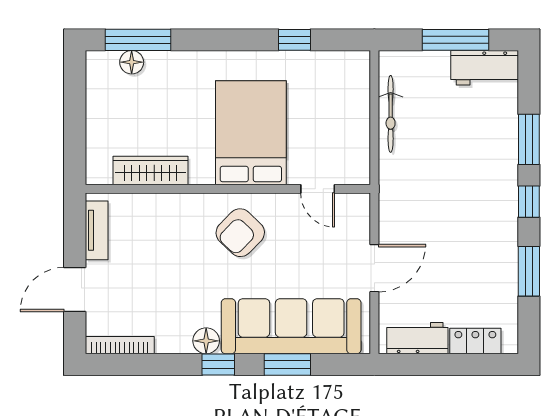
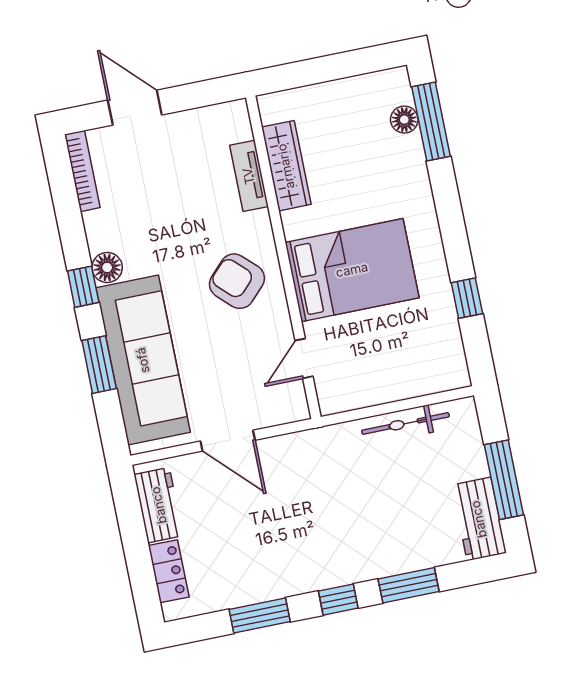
tv unit: (97, 230) -> (249, 176), moved, turned 90

